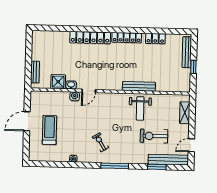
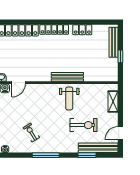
exercise bike: (154, 136) -> (83, 125), turned 180

